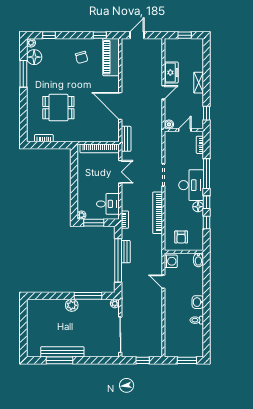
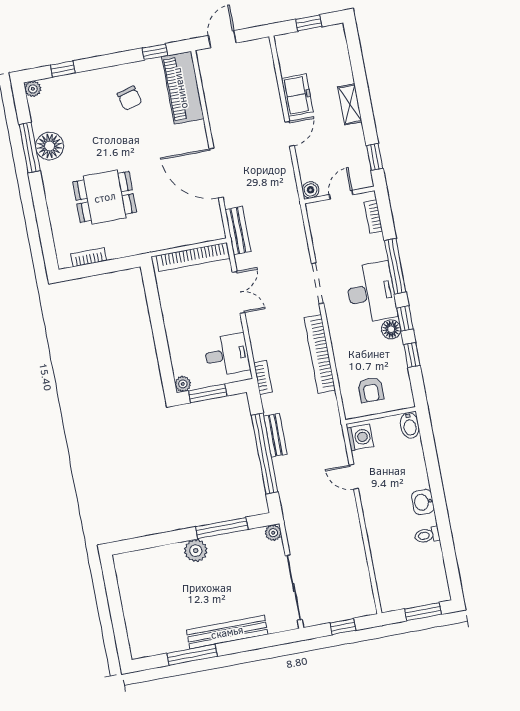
floor lamp: (34, 57) -> (50, 146), moved
bench: (62, 352) -> (227, 632), moved

